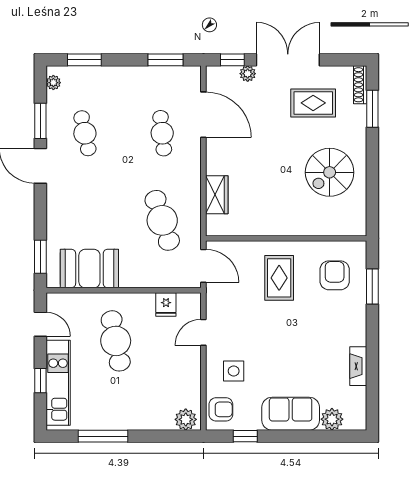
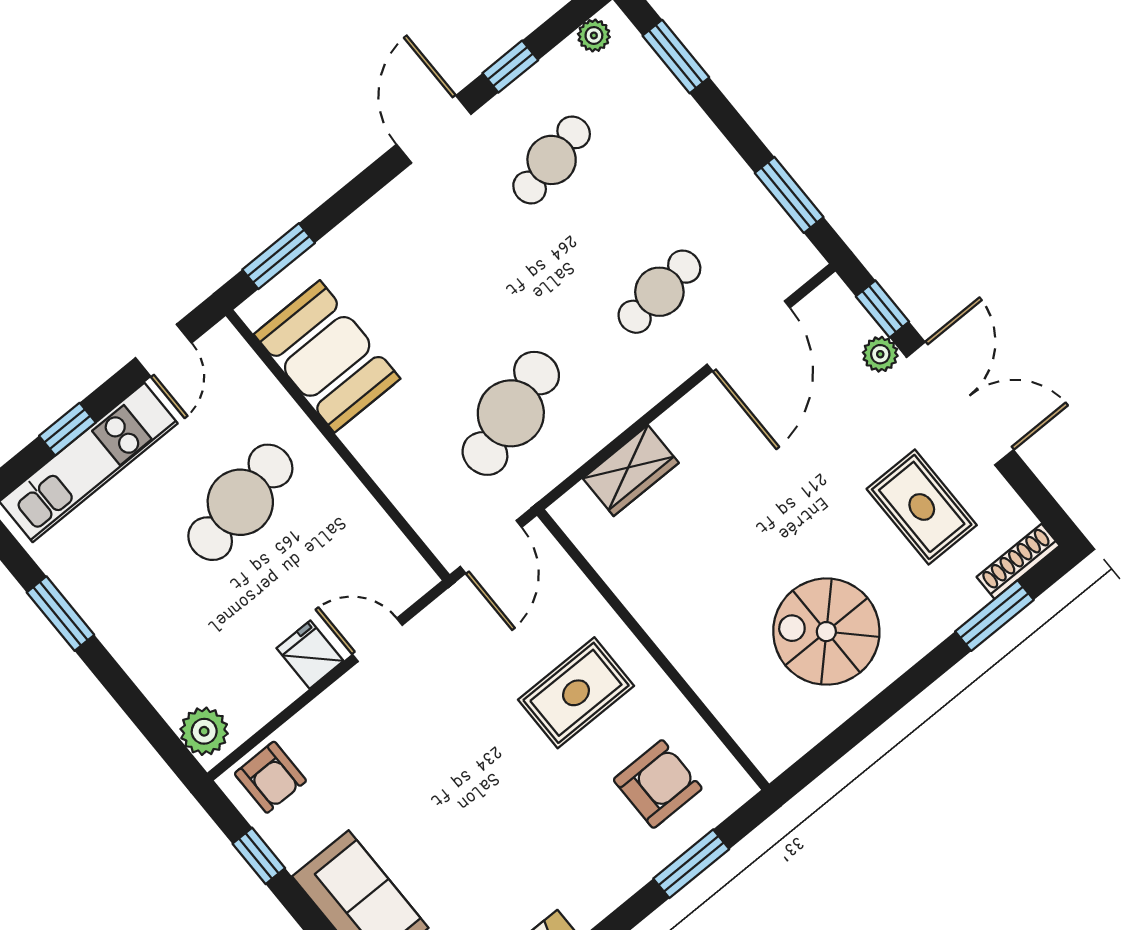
window: (40, 121) -> (510, 67), width x0.67
fridge: (166, 305) -> (310, 655), moved, turned 90
side table: (234, 371) -> (354, 745), removed
window: (103, 436) -> (60, 614), width x0.69

